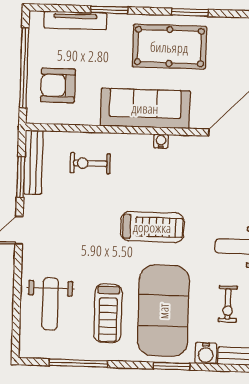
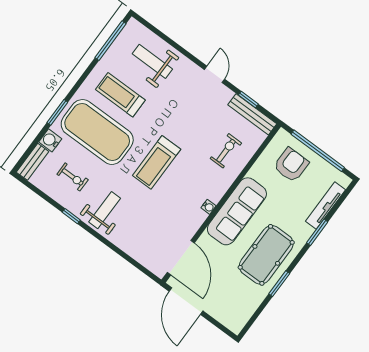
window: (21, 177) -> (248, 99), width x0.67
exercise bike: (228, 304) -> (73, 177), turned 180
window: (78, 363) -> (110, 41), moved

